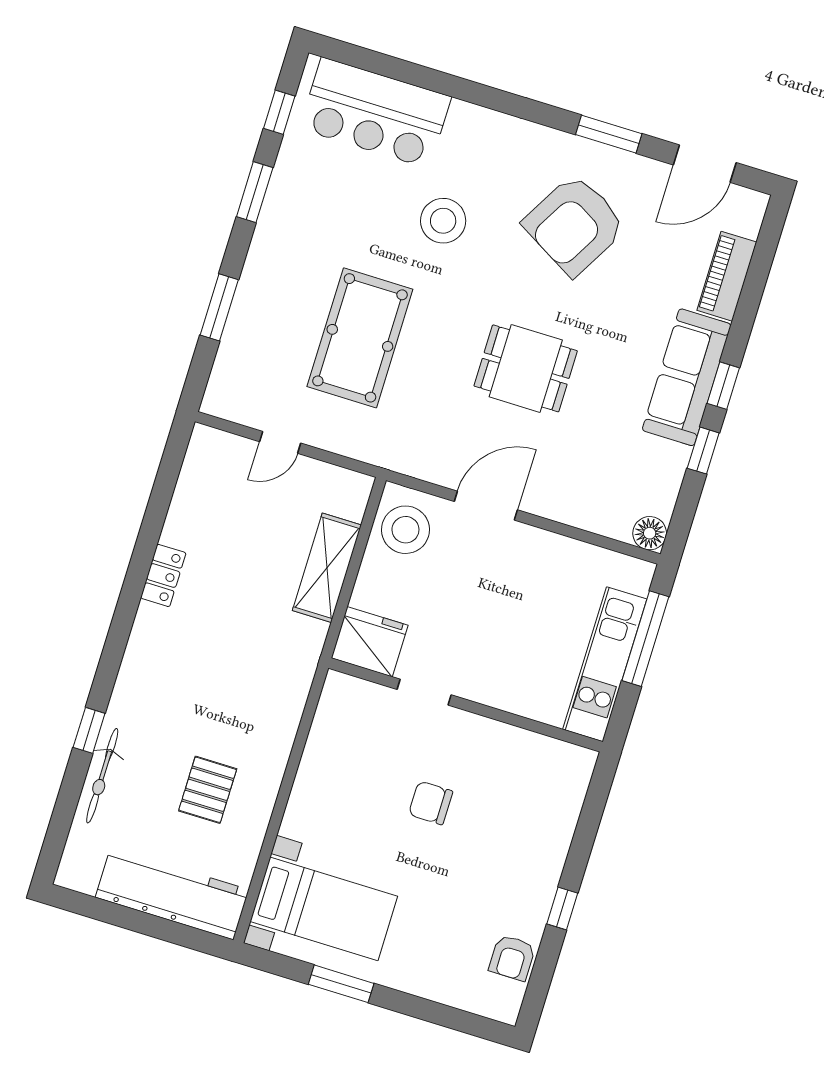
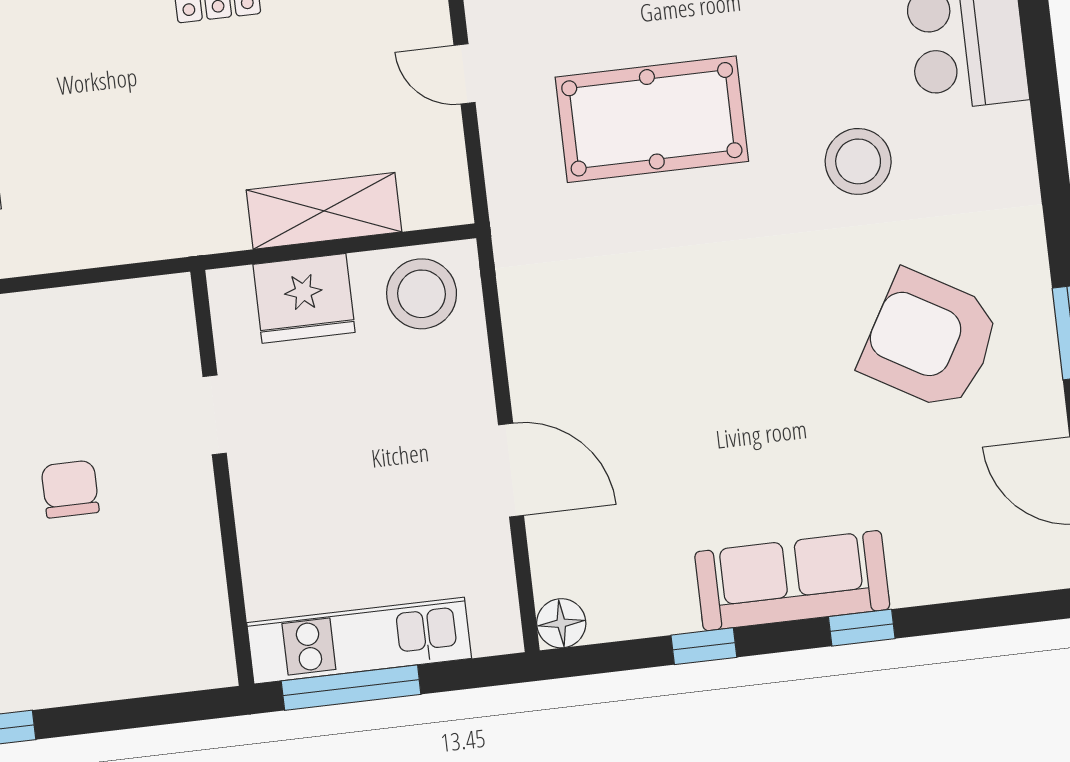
piano: (727, 276) -> (951, 575), removed
dining table: (526, 368) -> (709, 360), removed
window: (723, 386) -> (862, 628), moved
door: (486, 506) -> (511, 470), moved
window: (645, 639) -> (351, 688), moved
fridge: (370, 642) -> (304, 298), moved, turned 90

